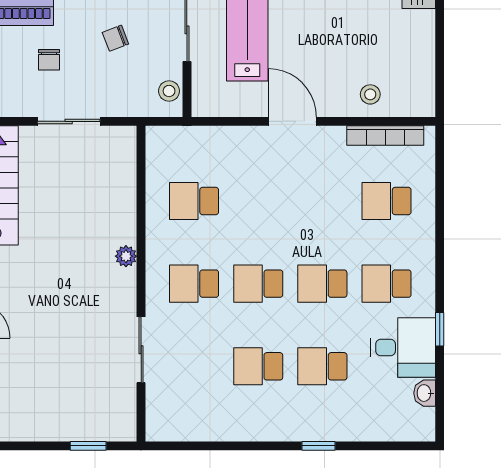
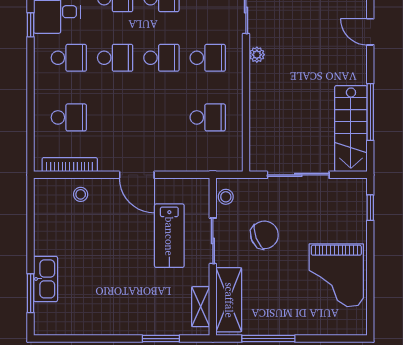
chair: (115, 38) -> (264, 235), width x1.87, depth x1.87
chair: (49, 60) -> (312, 219), removed
sliding door: (69, 121) -> (298, 175), width x1.37
plant: (126, 256) -> (257, 55), moved

